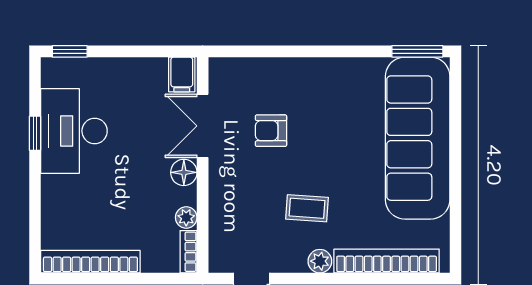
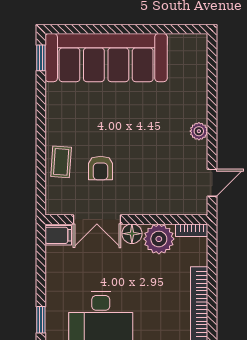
window: (417, 51) -> (41, 58), width x0.67
coffee table: (307, 208) -> (61, 162), moved
plant: (186, 217) -> (159, 239), width x1.88, depth x1.88
bookcase: (387, 261) -> (199, 81), removed

